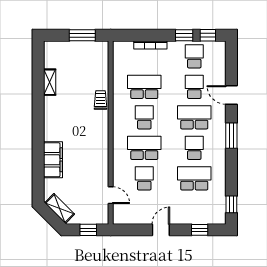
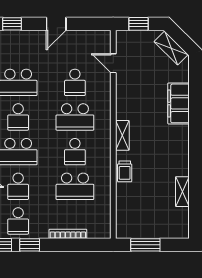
shelving: (103, 132) -> (122, 135), added

